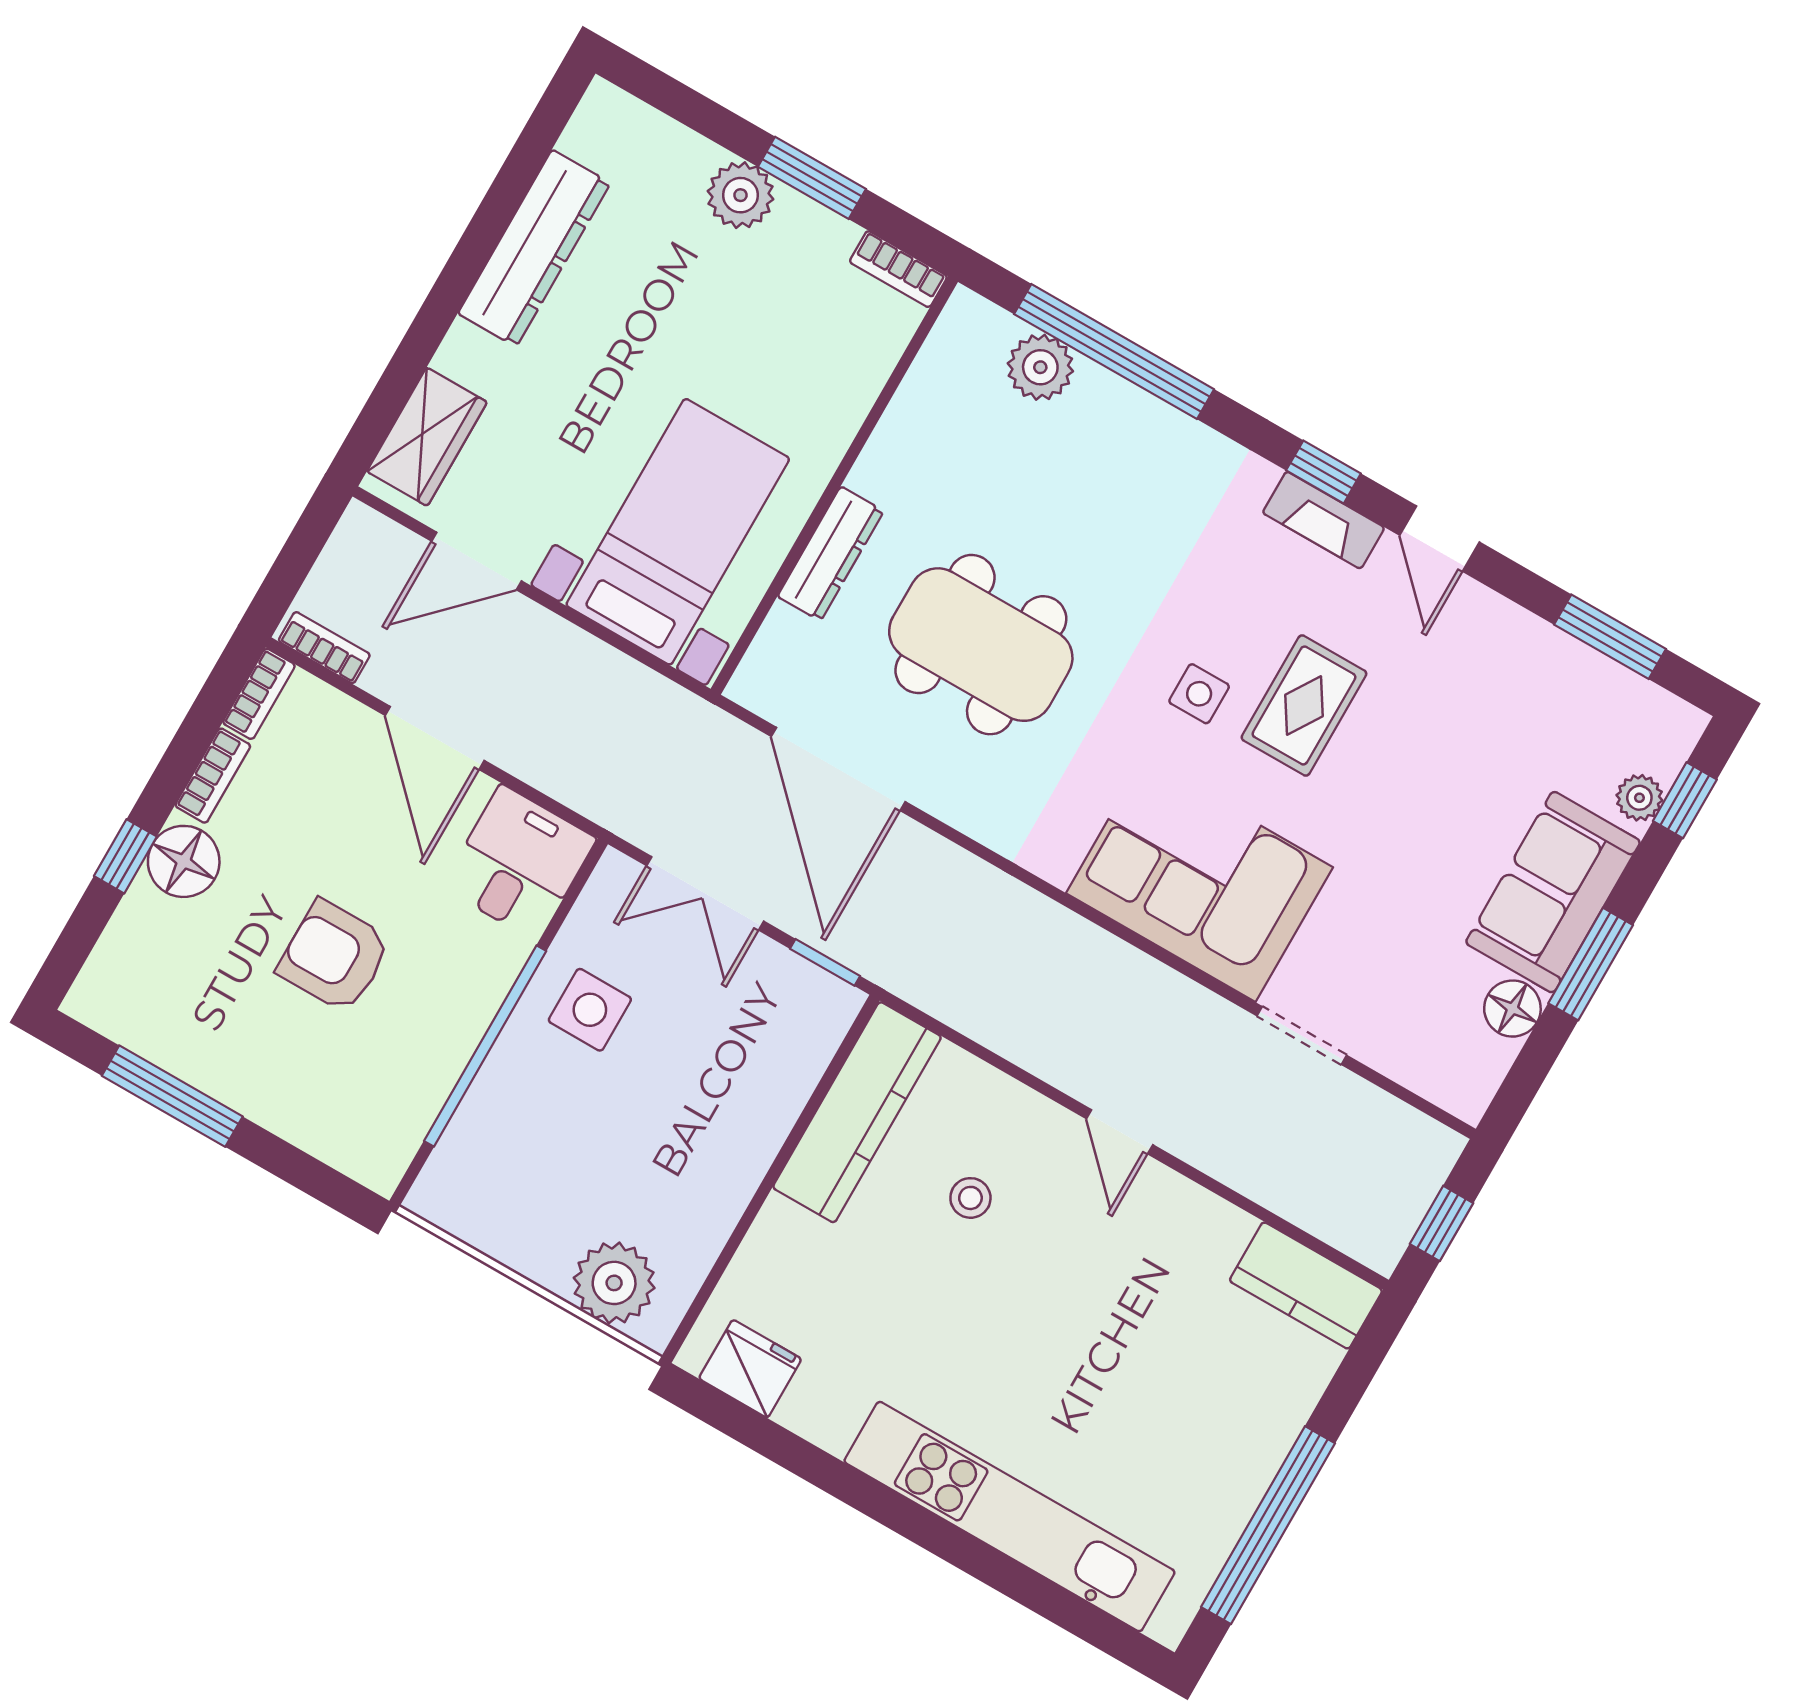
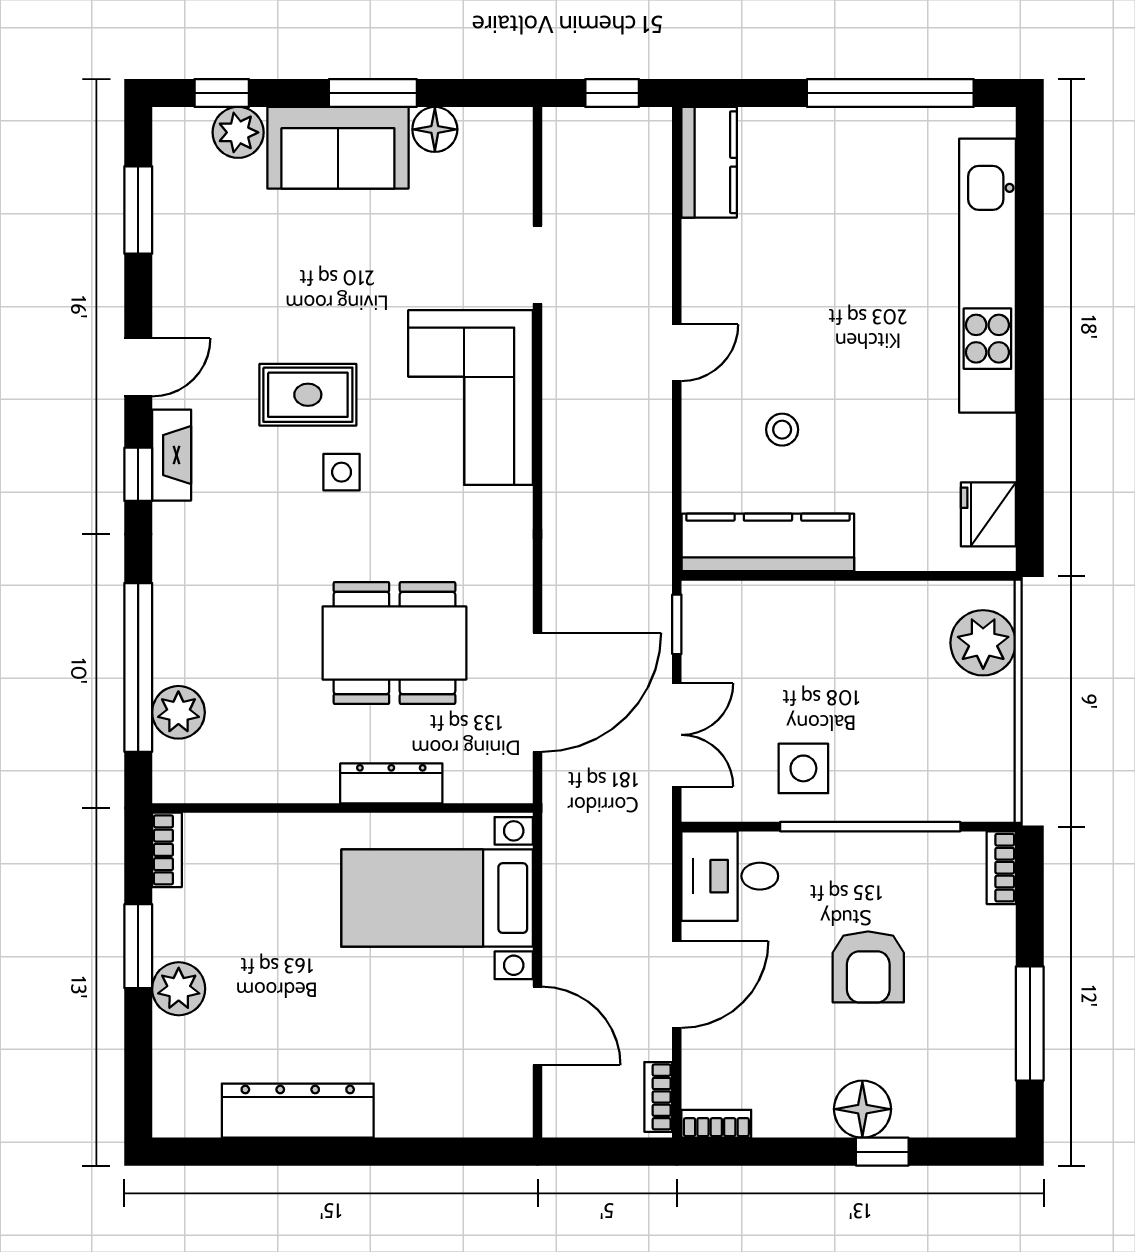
wardrobe: (427, 437) -> (471, 1110), removed
dining table: (981, 645) -> (394, 643), turned 90
bookcase: (213, 776) -> (1001, 868), moved, turned -90
plant: (1639, 798) -> (238, 132), width x1.38, depth x1.38

